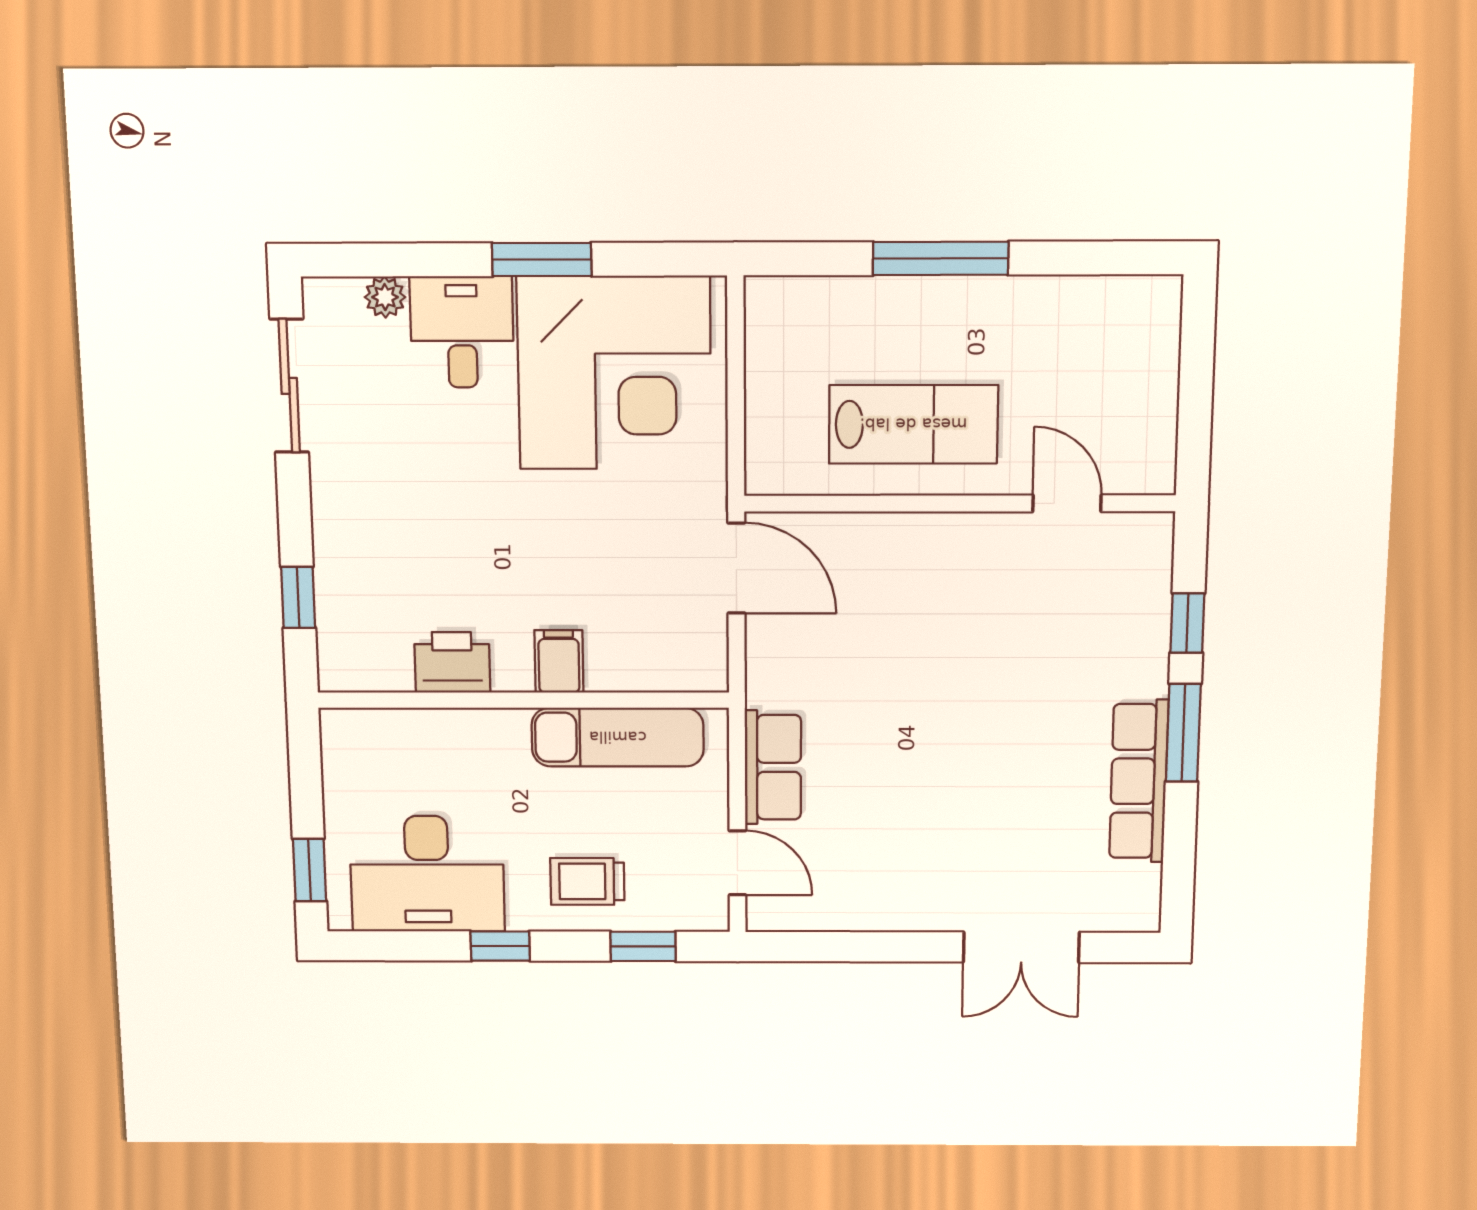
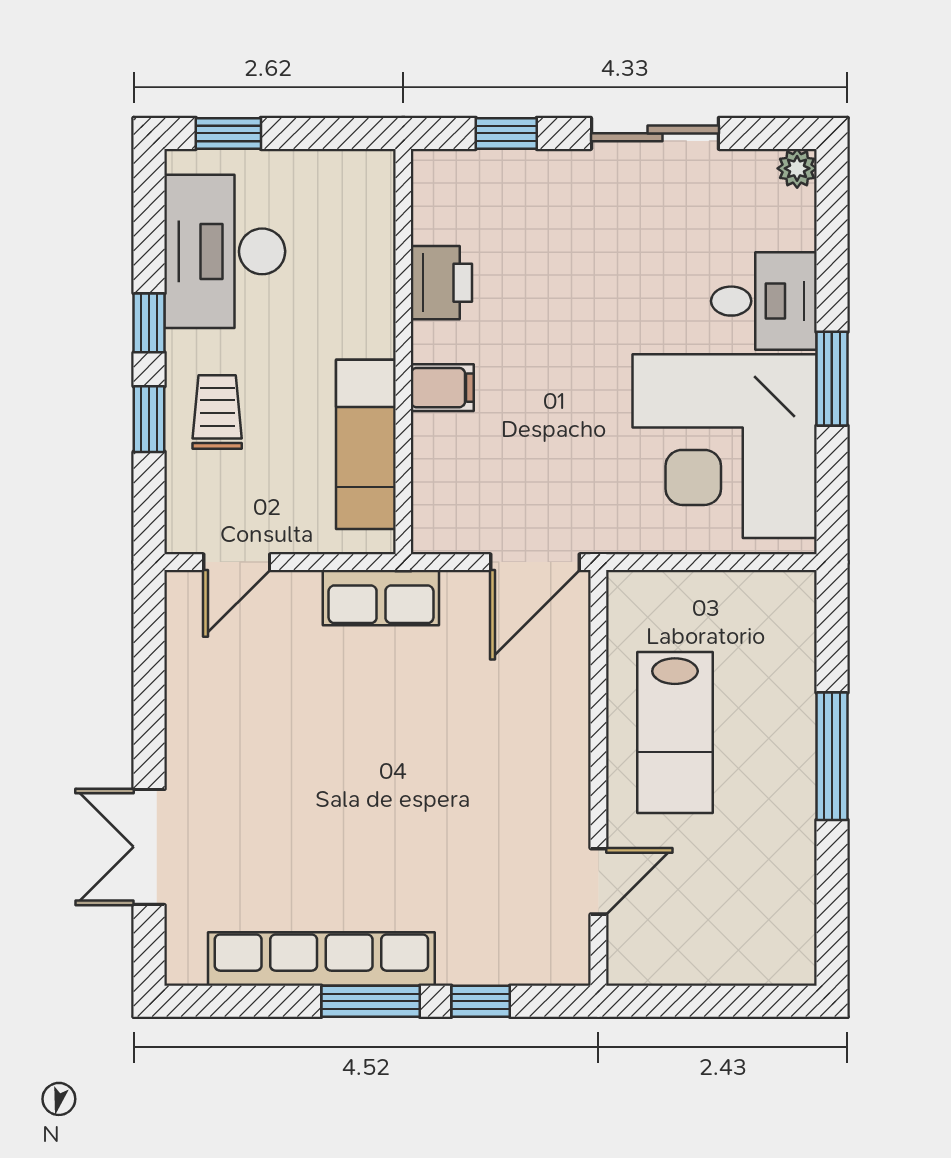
plant: (385, 297) -> (797, 168), moved
sliding door: (289, 386) -> (655, 133), moved
row of seats: (773, 767) -> (381, 598), moved
row of seats: (1139, 781) -> (321, 959), width x1.36
window: (643, 946) -> (149, 419), moved

